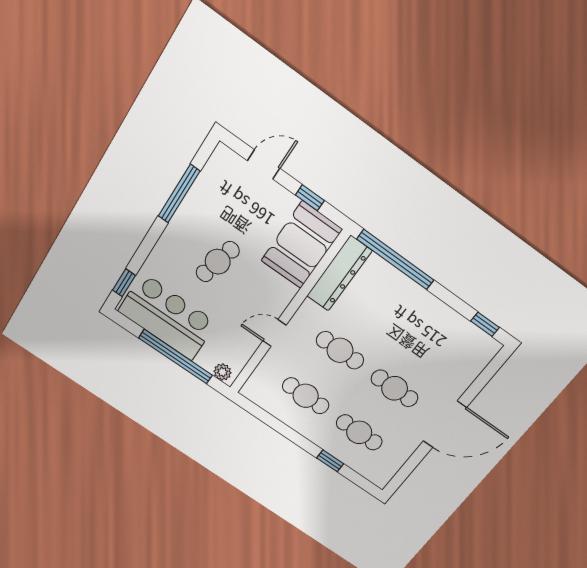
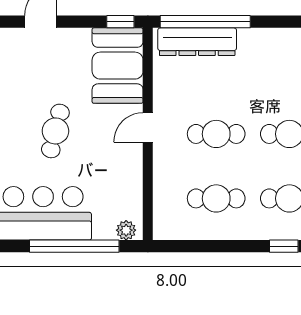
window: (310, 198) -> (120, 22), moved
dresser: (339, 273) -> (197, 42), moved, turned 90
door: (274, 333) -> (148, 127), moved

